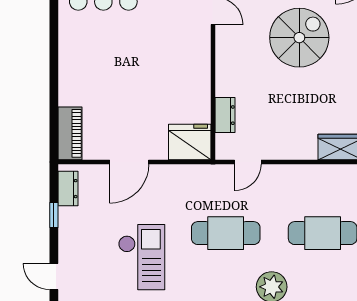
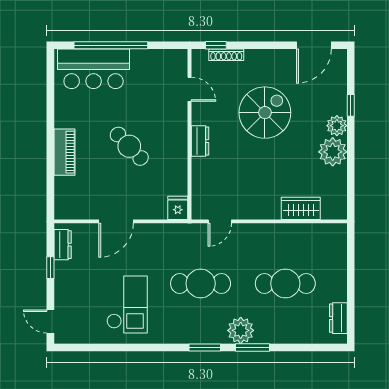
cafe table: (144, 76) -> (129, 146), added
dresser: (225, 115) -> (200, 141), moved
piano: (70, 133) -> (64, 152), moved
fridge: (190, 142) -> (178, 208), width x0.53, depth x0.75

